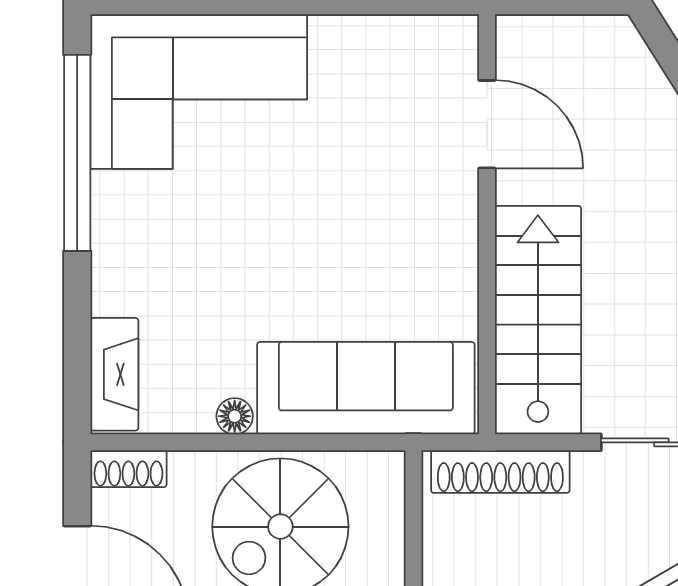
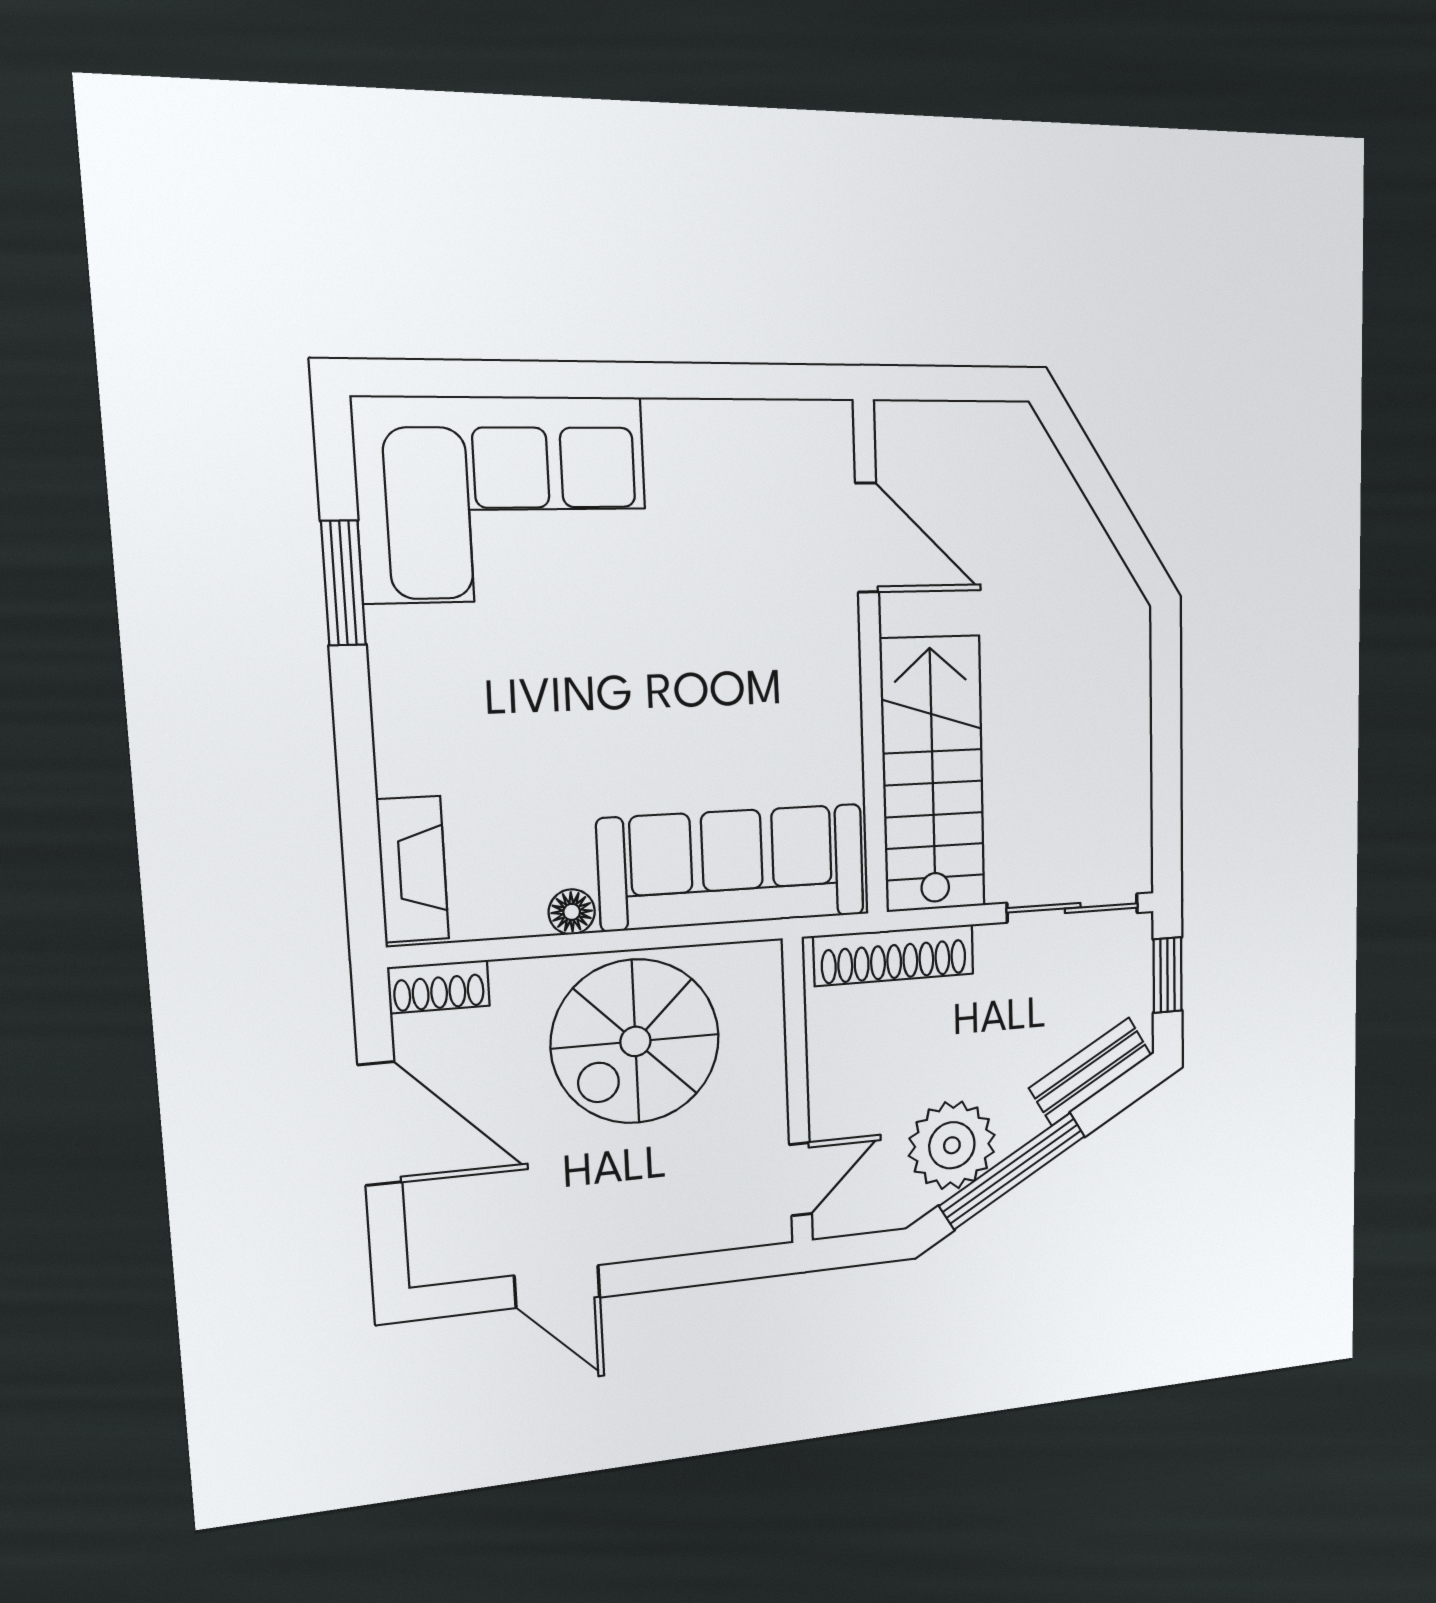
window: (77, 153) -> (343, 583), width x0.47

